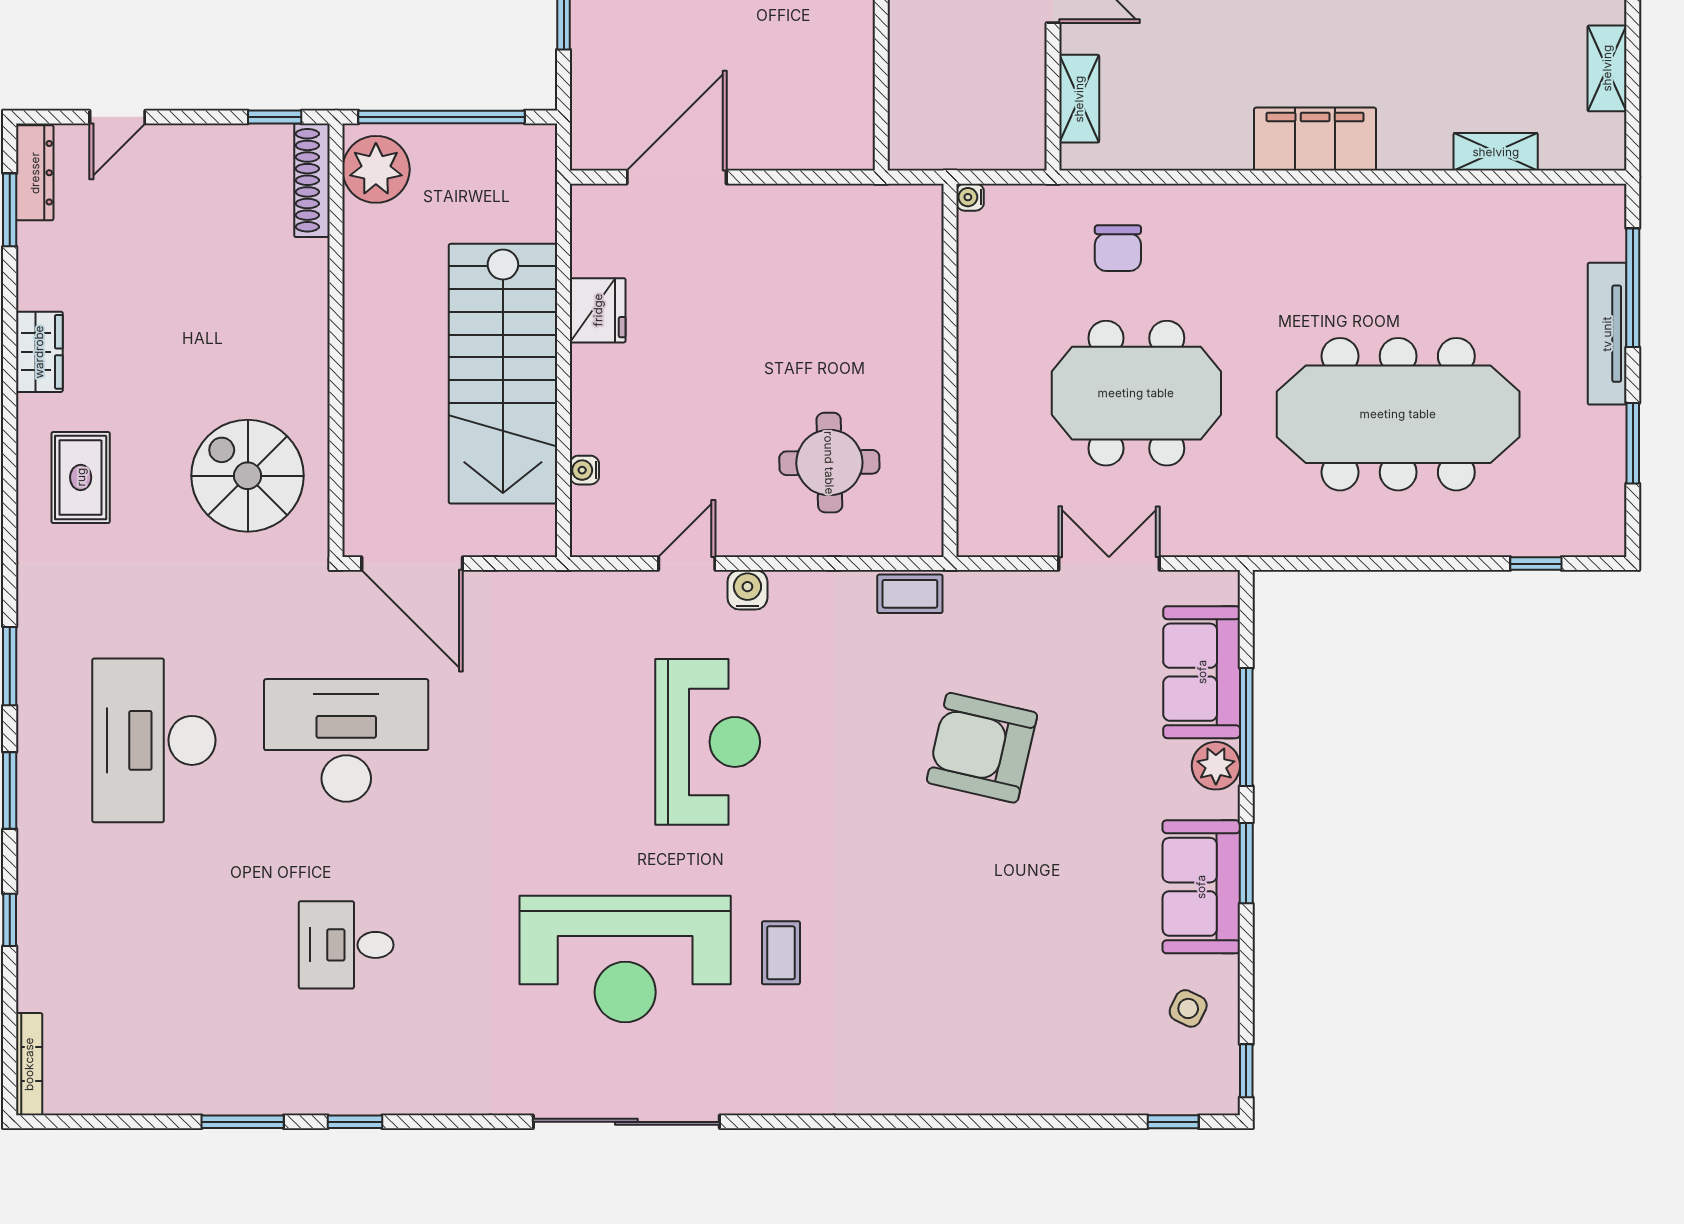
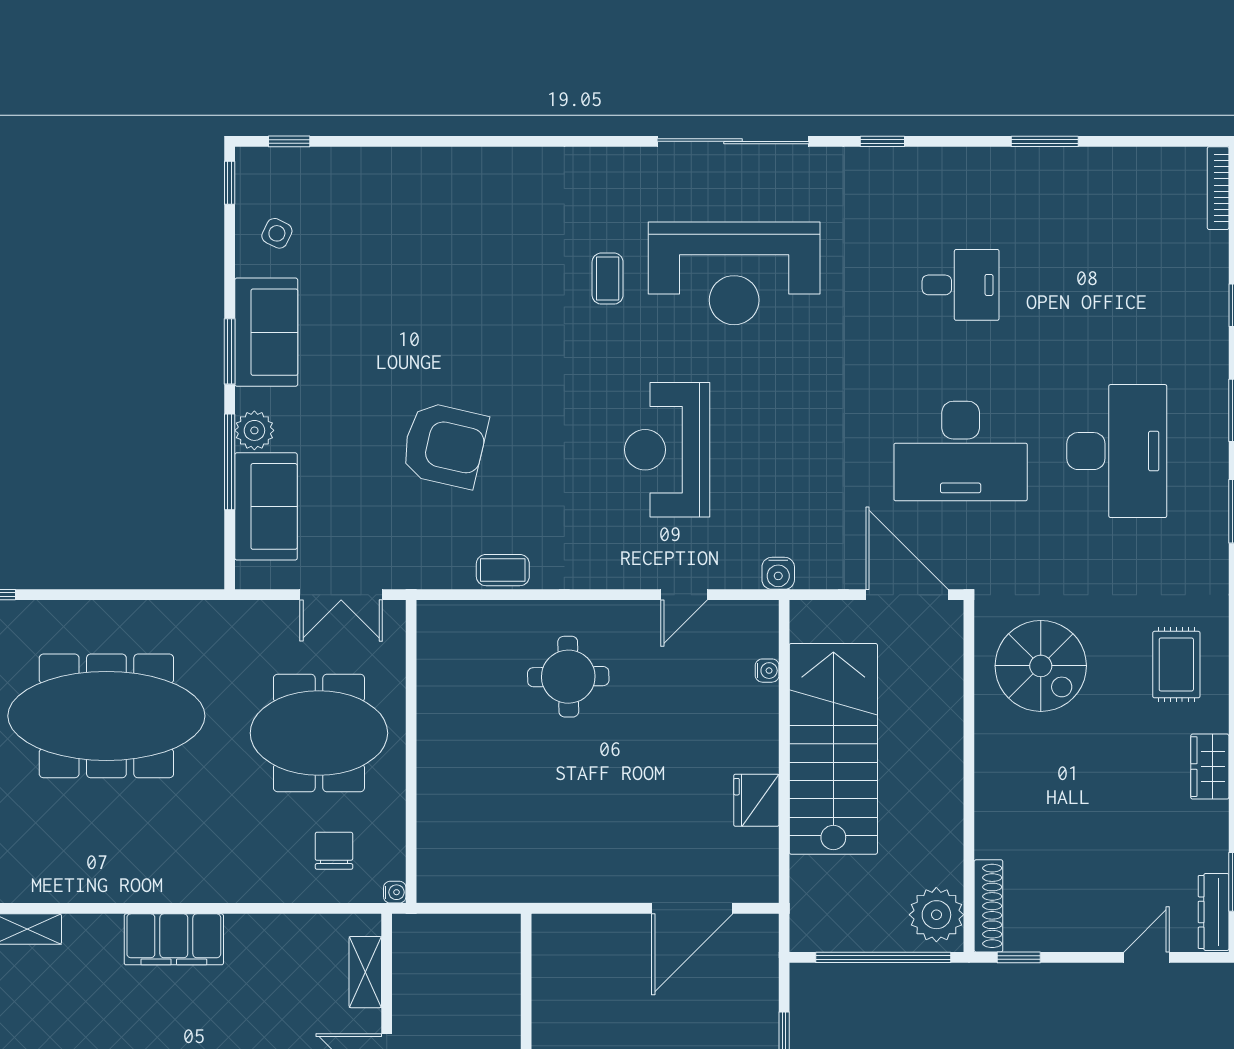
water cooler: (970, 197) -> (395, 892), moved
wall: (950, 370) -> (411, 752), moved
water cooler: (747, 590) -> (778, 573), moved
reception desk: (625, 959) -> (734, 273), turned 180
window: (355, 1122) -> (882, 141), moved

